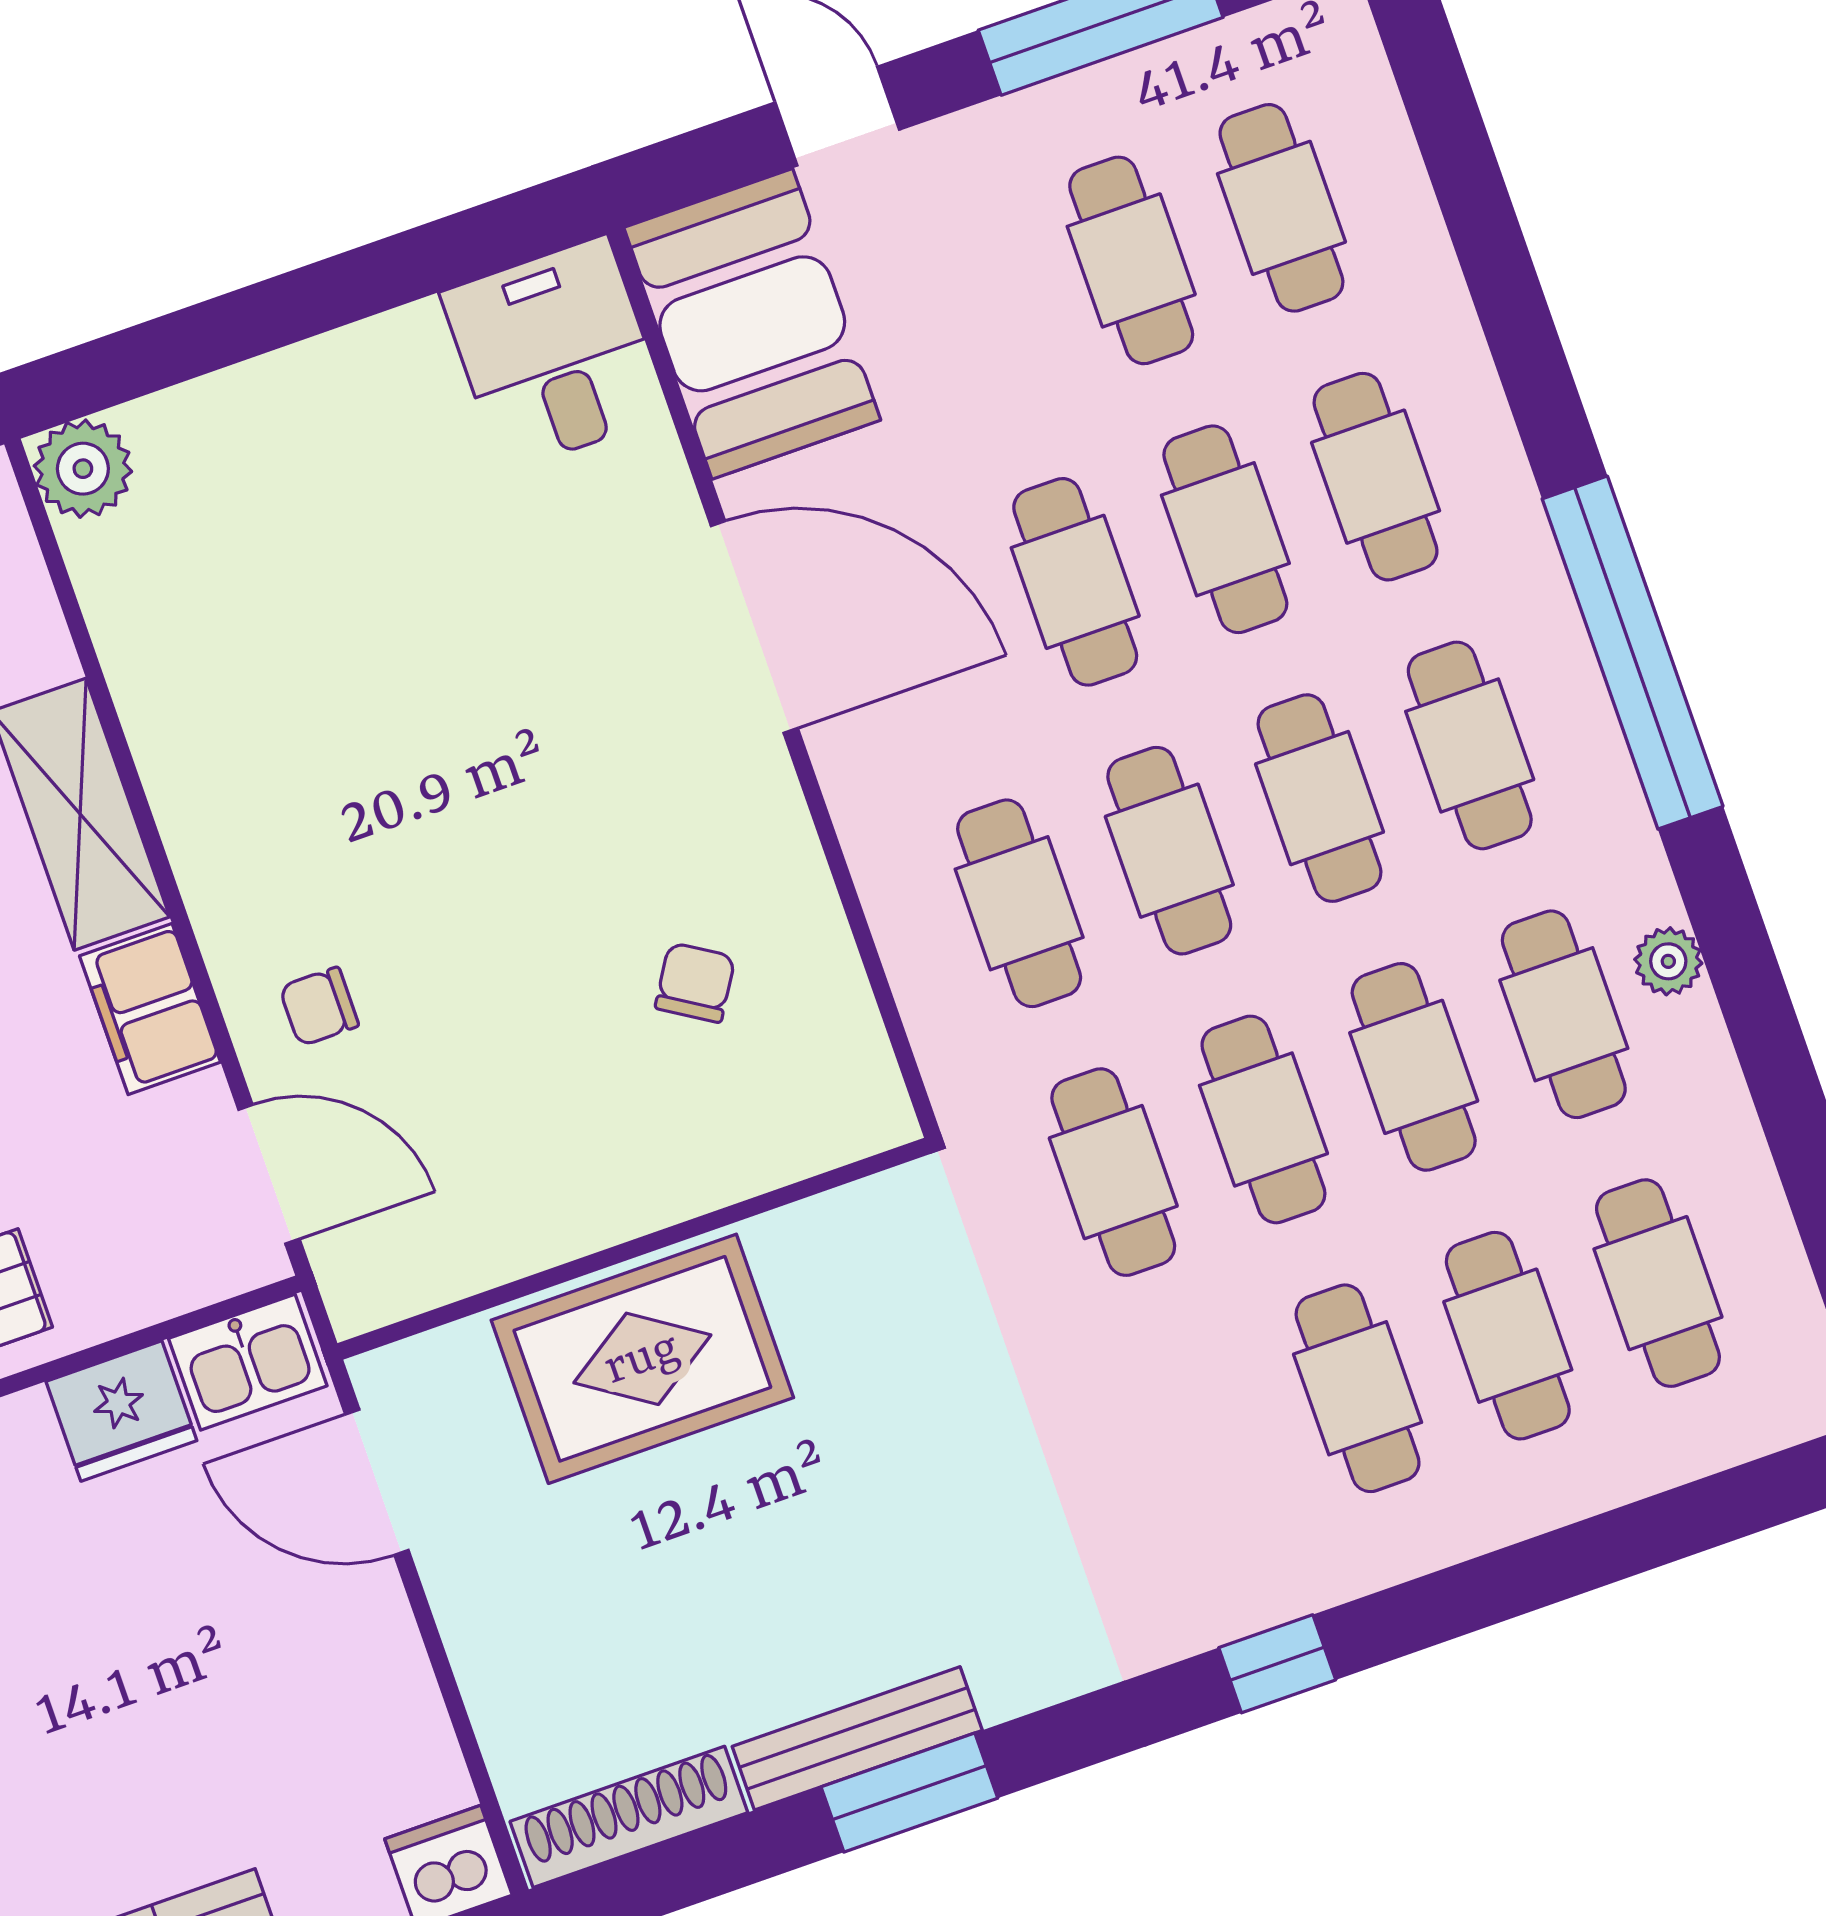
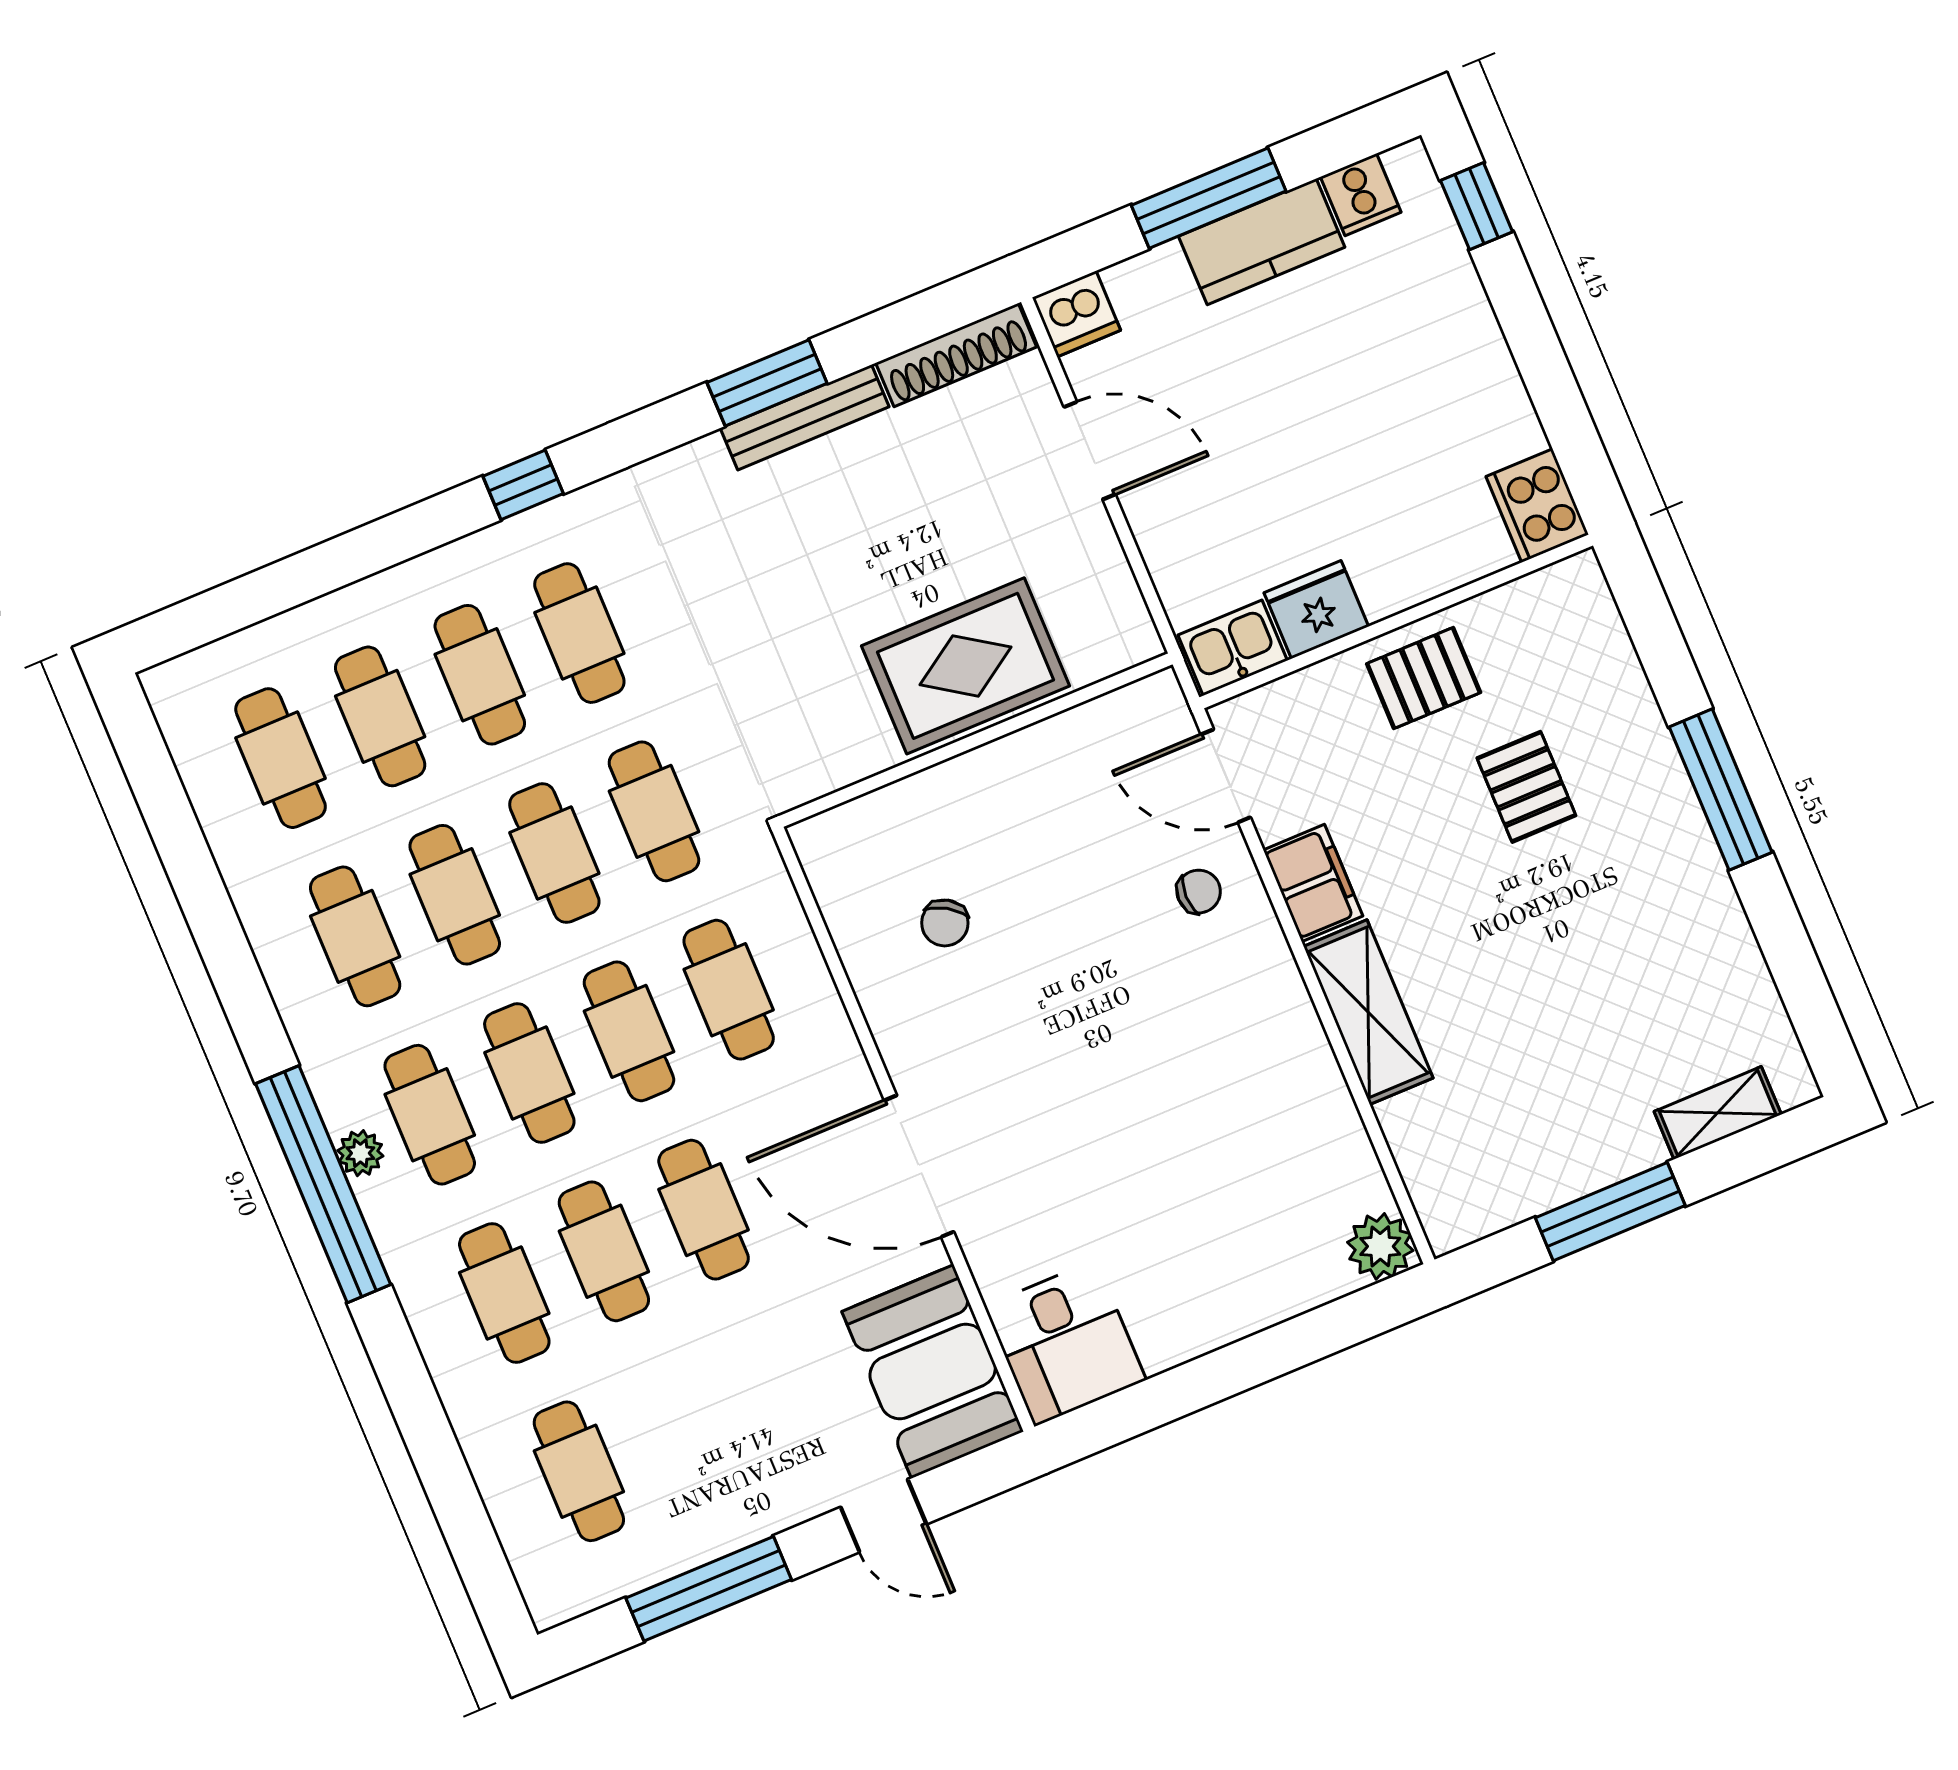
cafe table: (1131, 260) -> (579, 633), moved
plant: (1668, 961) -> (360, 1153), moved
door: (377, 1482) -> (1090, 451), moved

